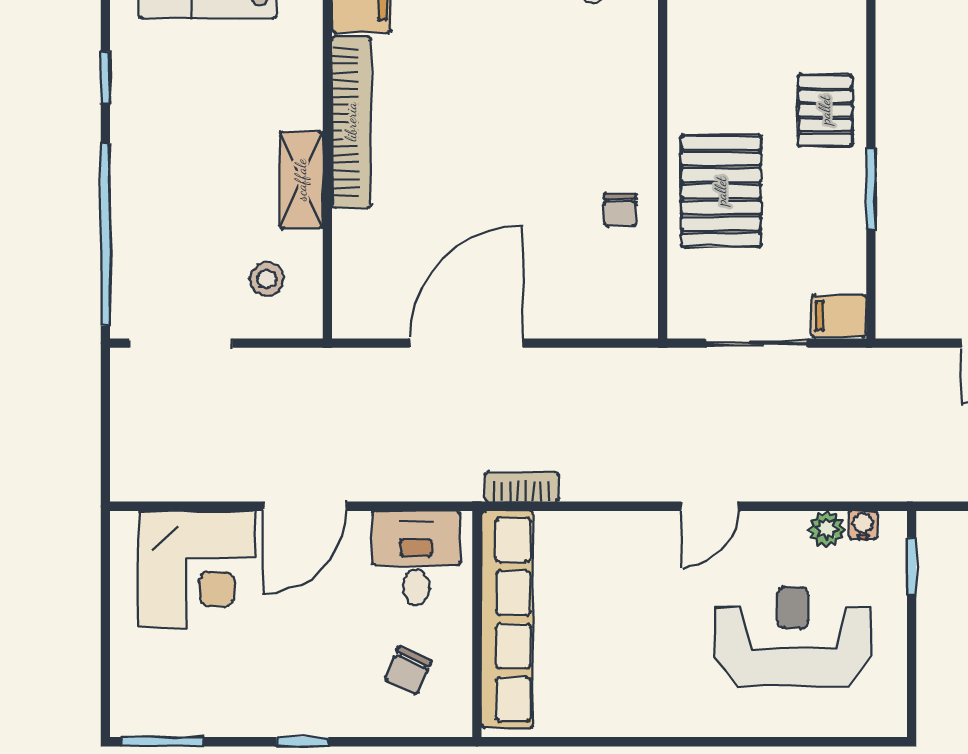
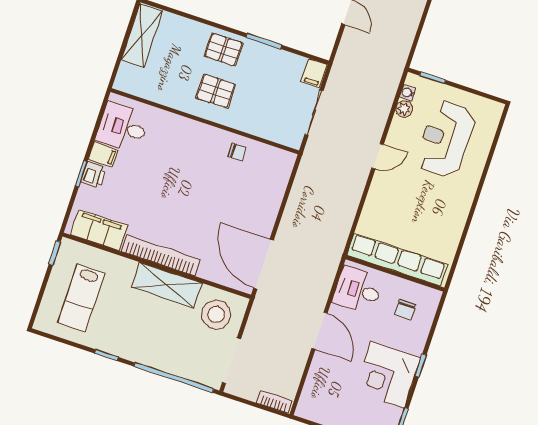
shelving: (301, 180) -> (167, 285), width x1.50, depth x1.33
pallet: (721, 191) -> (216, 91), moved, width x0.67, depth x0.71
stool: (267, 279) -> (216, 314), width x1.89, depth x1.89
door: (466, 343) -> (264, 264), moved
bookcase: (522, 487) -> (274, 402), moved, turned 90
door: (709, 506) -> (378, 156), hinge flipped
corner desk: (197, 569) -> (387, 375), moved, turned 180
chair: (408, 671) -> (405, 310), turned 66

